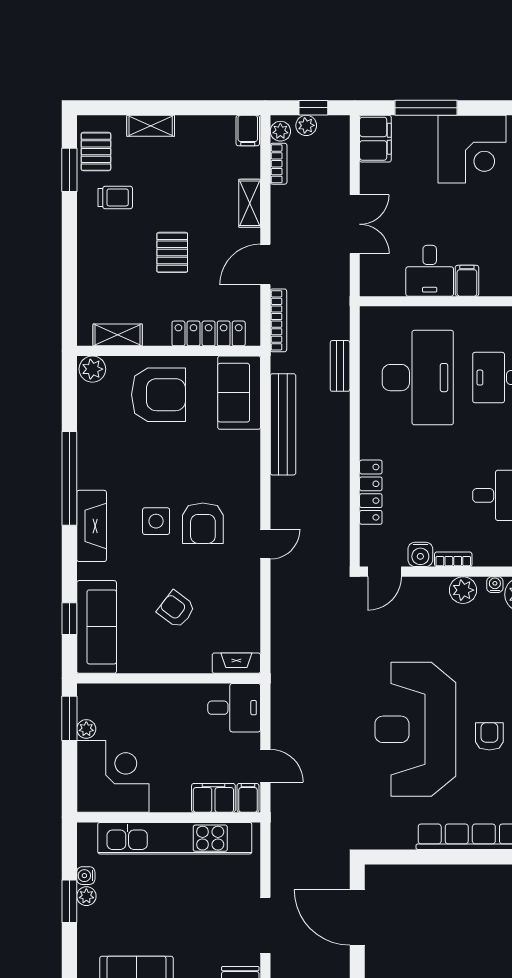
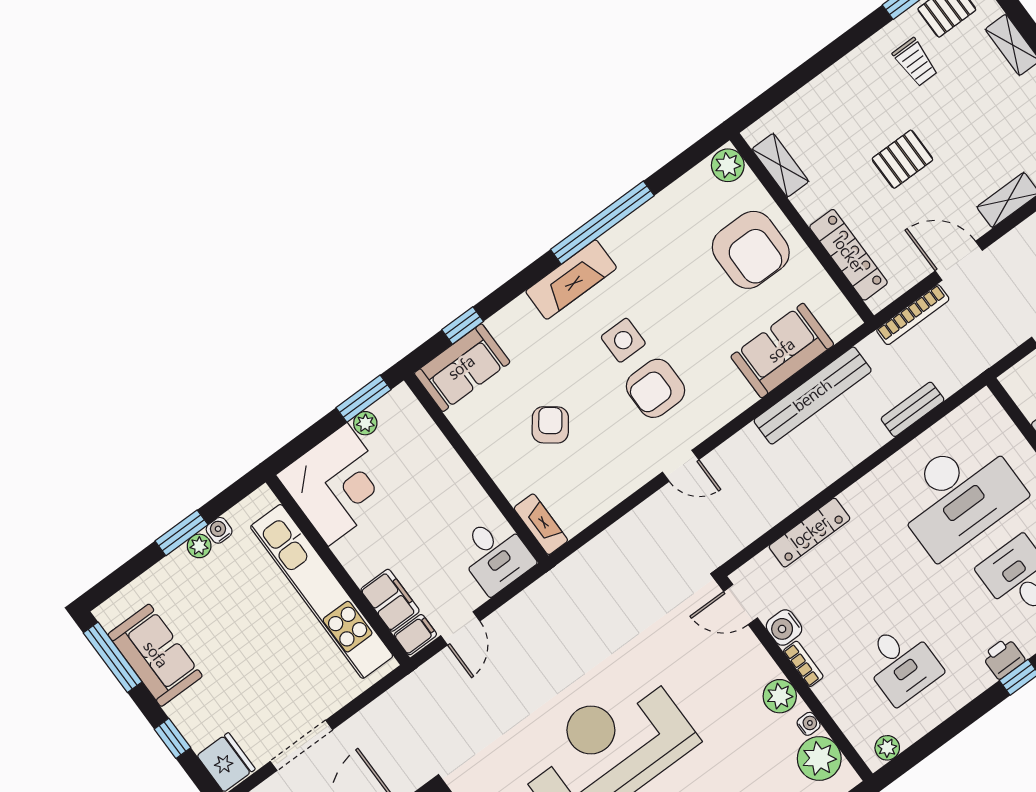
sofa: (239, 393) -> (782, 351), moved
sofa: (97, 627) -> (462, 368), width x0.73

